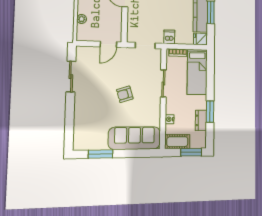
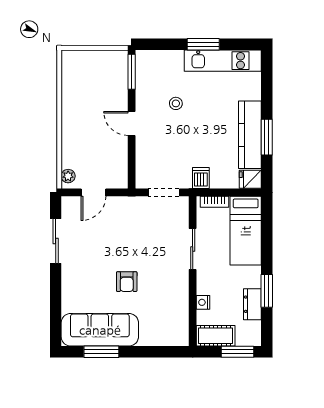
plant: (82, 19) -> (68, 176), moved
door: (108, 44) -> (93, 192), moved
armchair: (125, 94) -> (127, 282), moved, turned -73
sofa: (134, 138) -> (100, 330), moved

